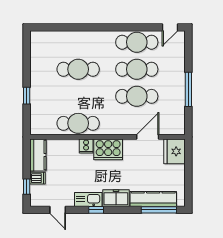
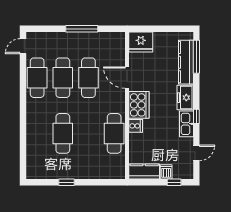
door: (170, 27) -> (23, 46), swing flipped
window: (27, 96) -> (66, 182), moved
door: (148, 137) -> (127, 78), moved

